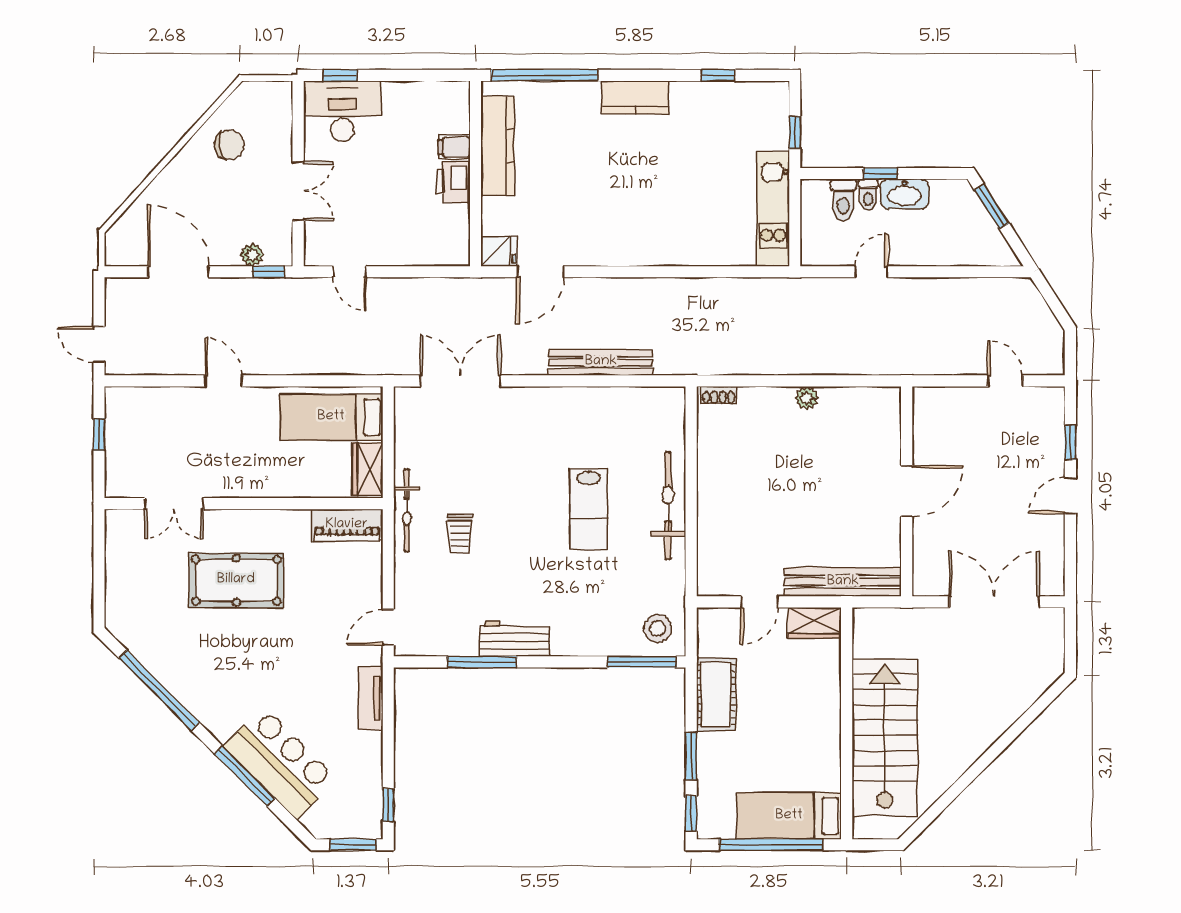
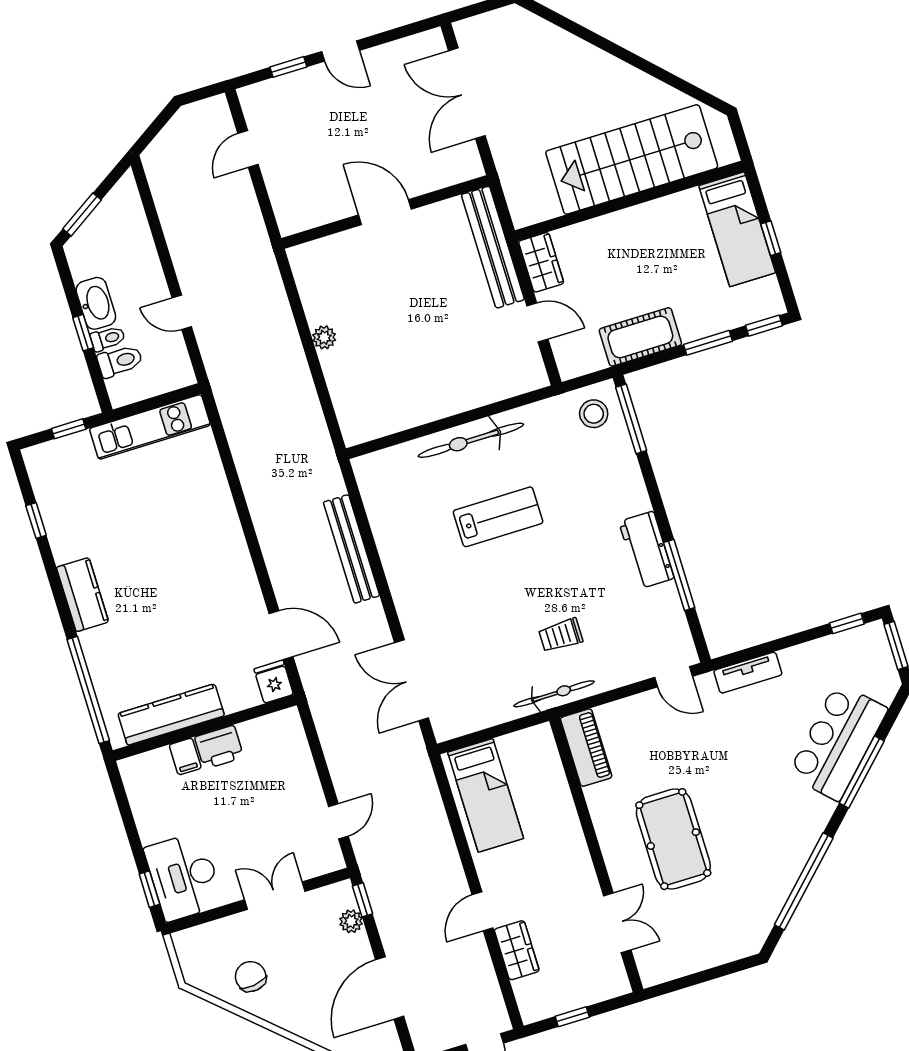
shoe rack: (719, 395) -> (348, 424), removed
wardrobe: (367, 469) -> (517, 950), moved, turned -90
trolley: (460, 534) -> (561, 635), turned 180
window: (771, 845) -> (771, 238), width x0.32

